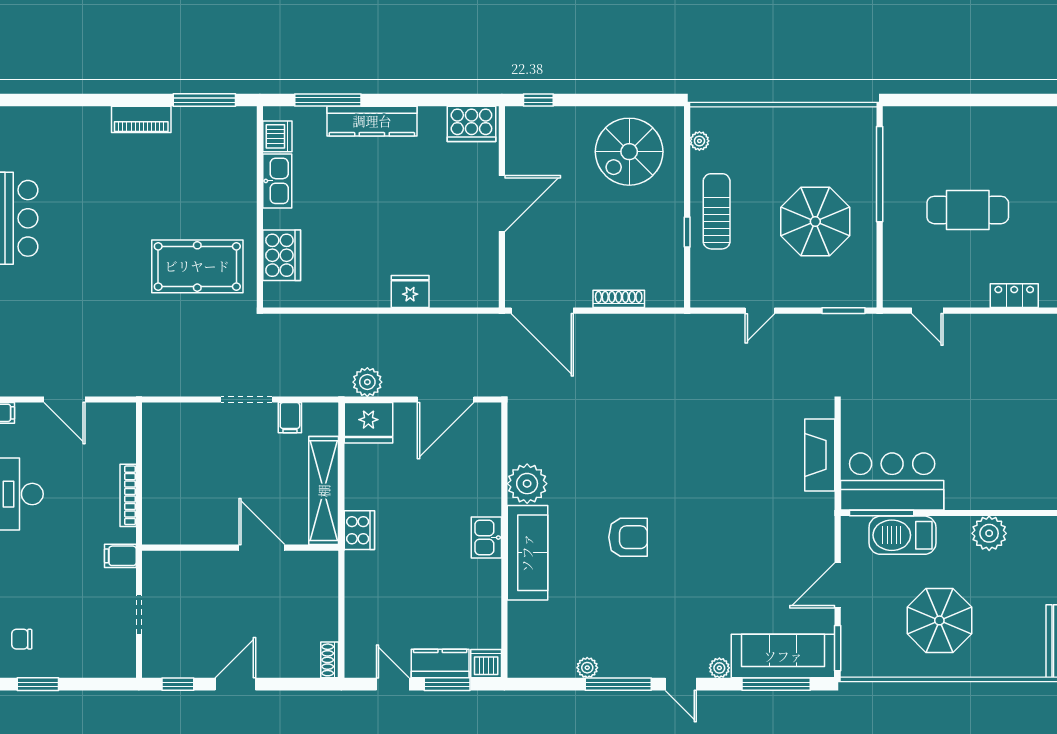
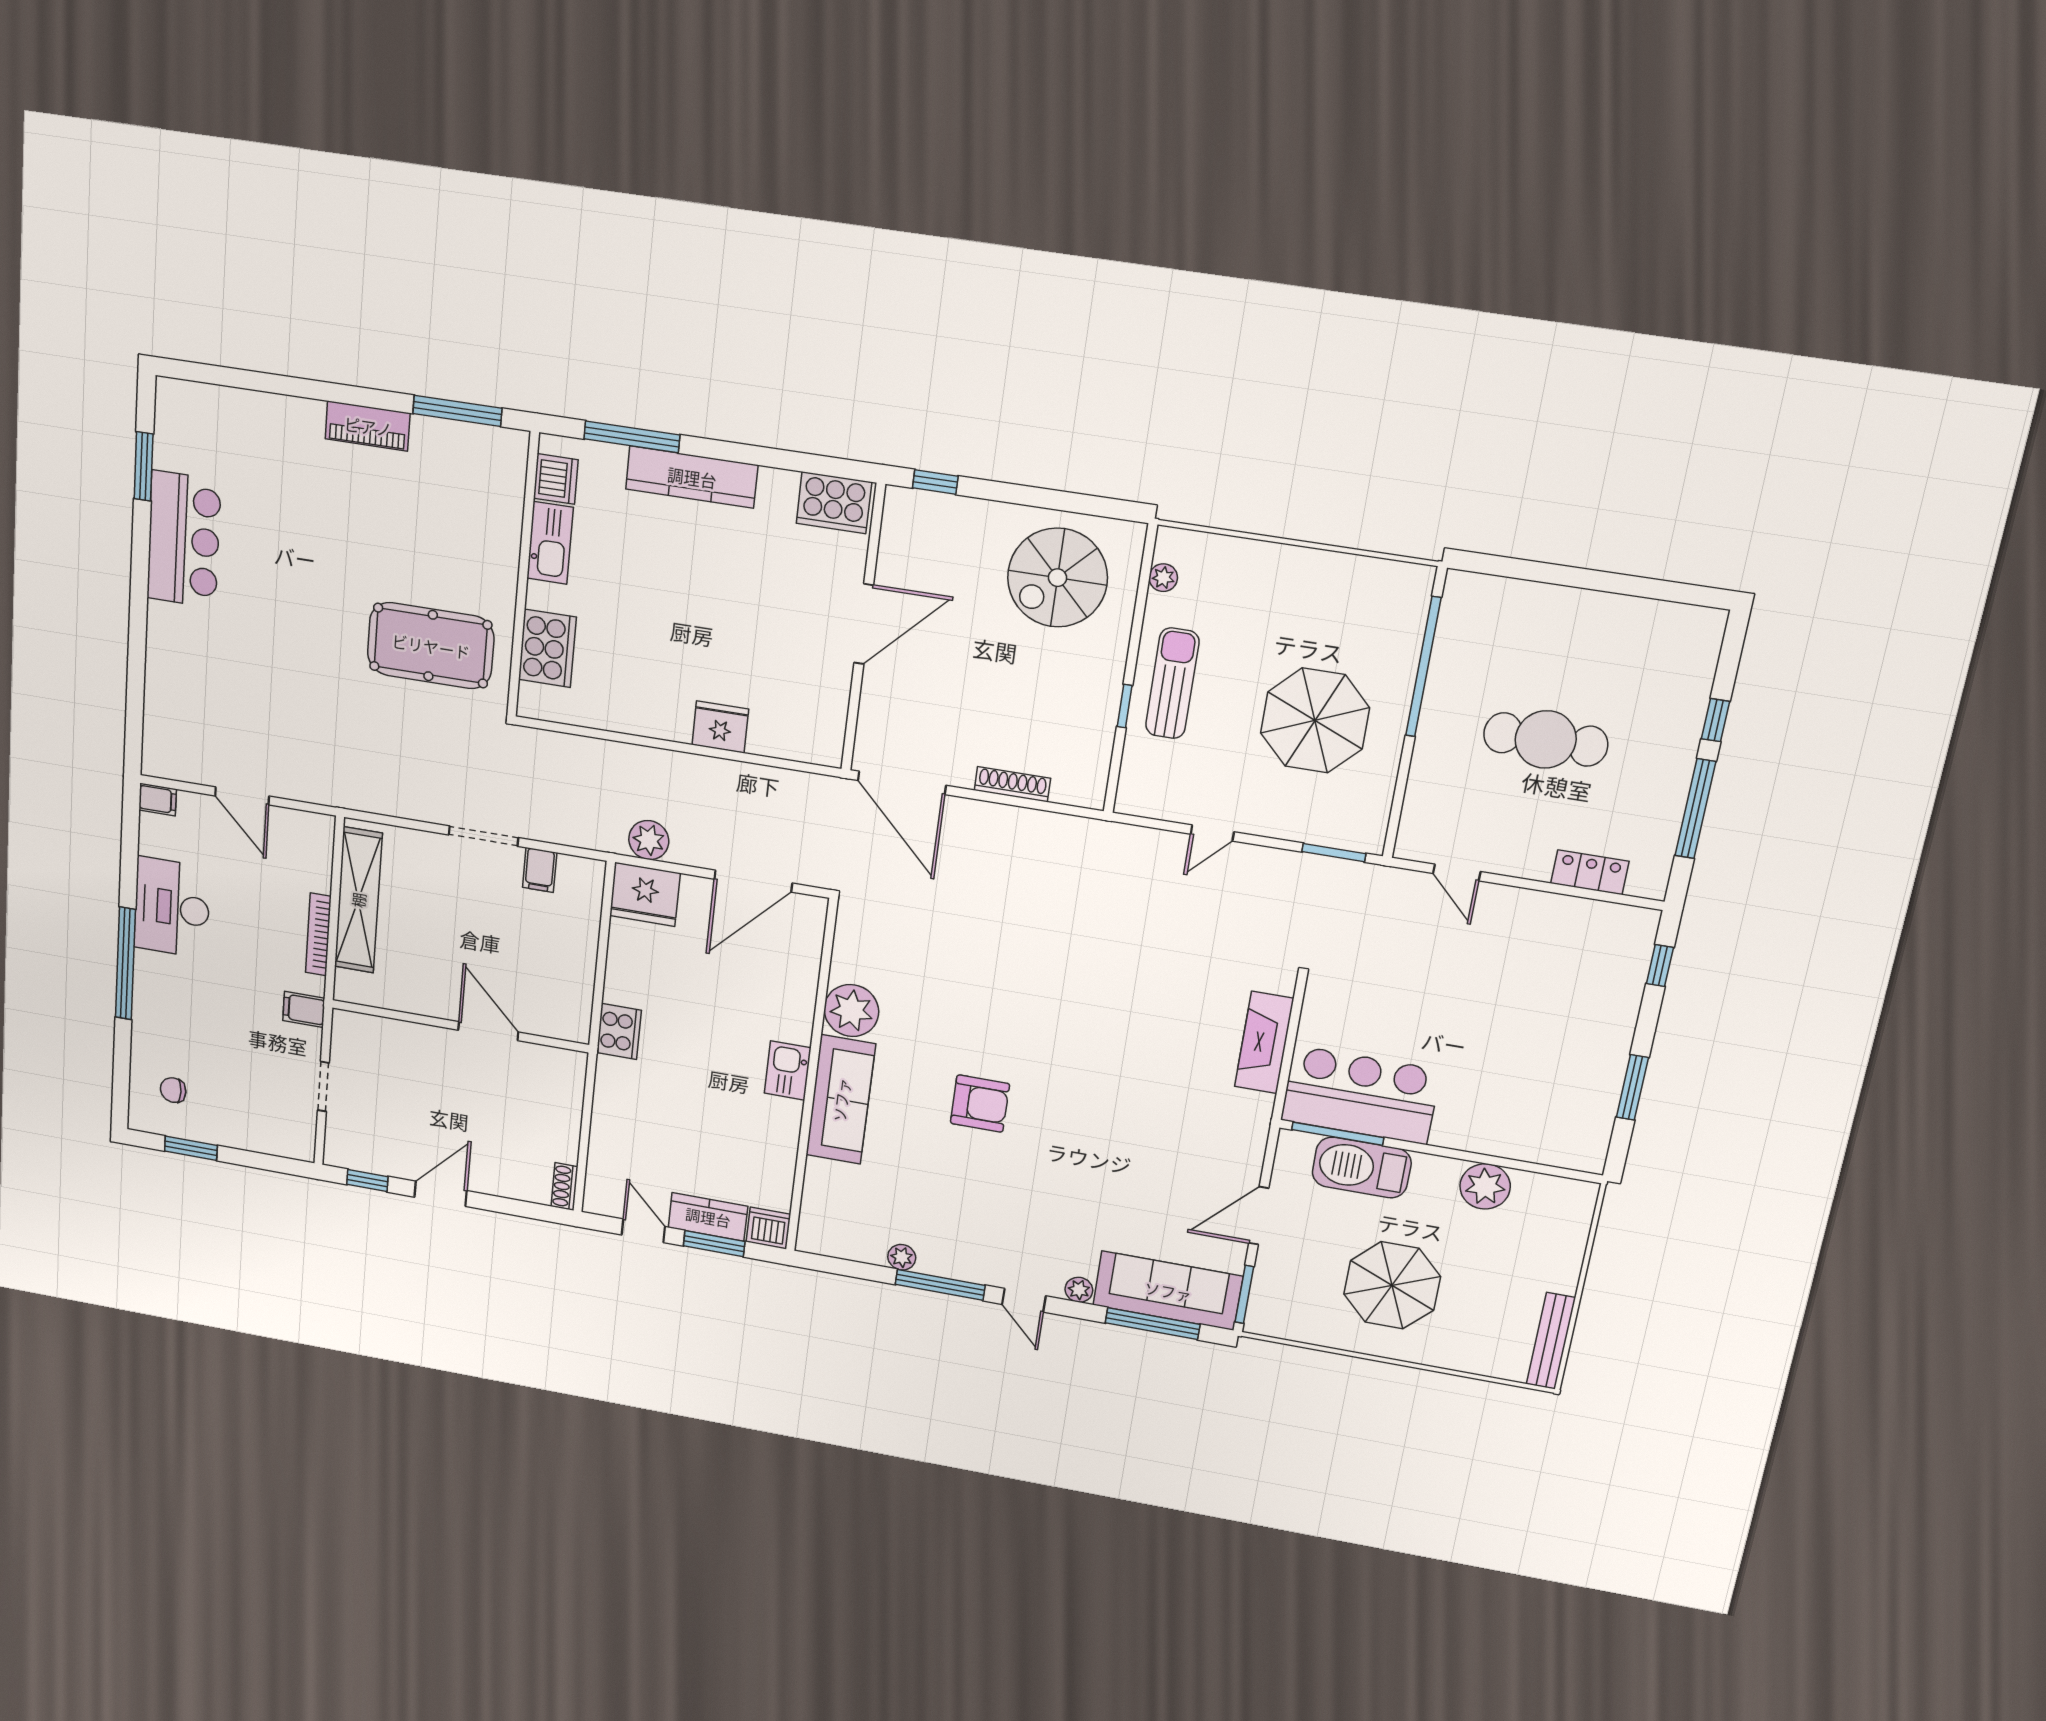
shelving: (324, 491) -> (358, 900), moved

